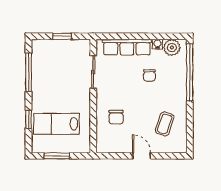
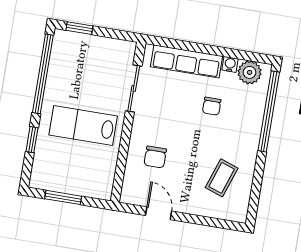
window: (62, 36) -> (79, 28), moved
window: (28, 72) -> (43, 74), width x1.46
lab bench: (57, 124) -> (83, 126), moved
door: (142, 156) -> (159, 213), moved

